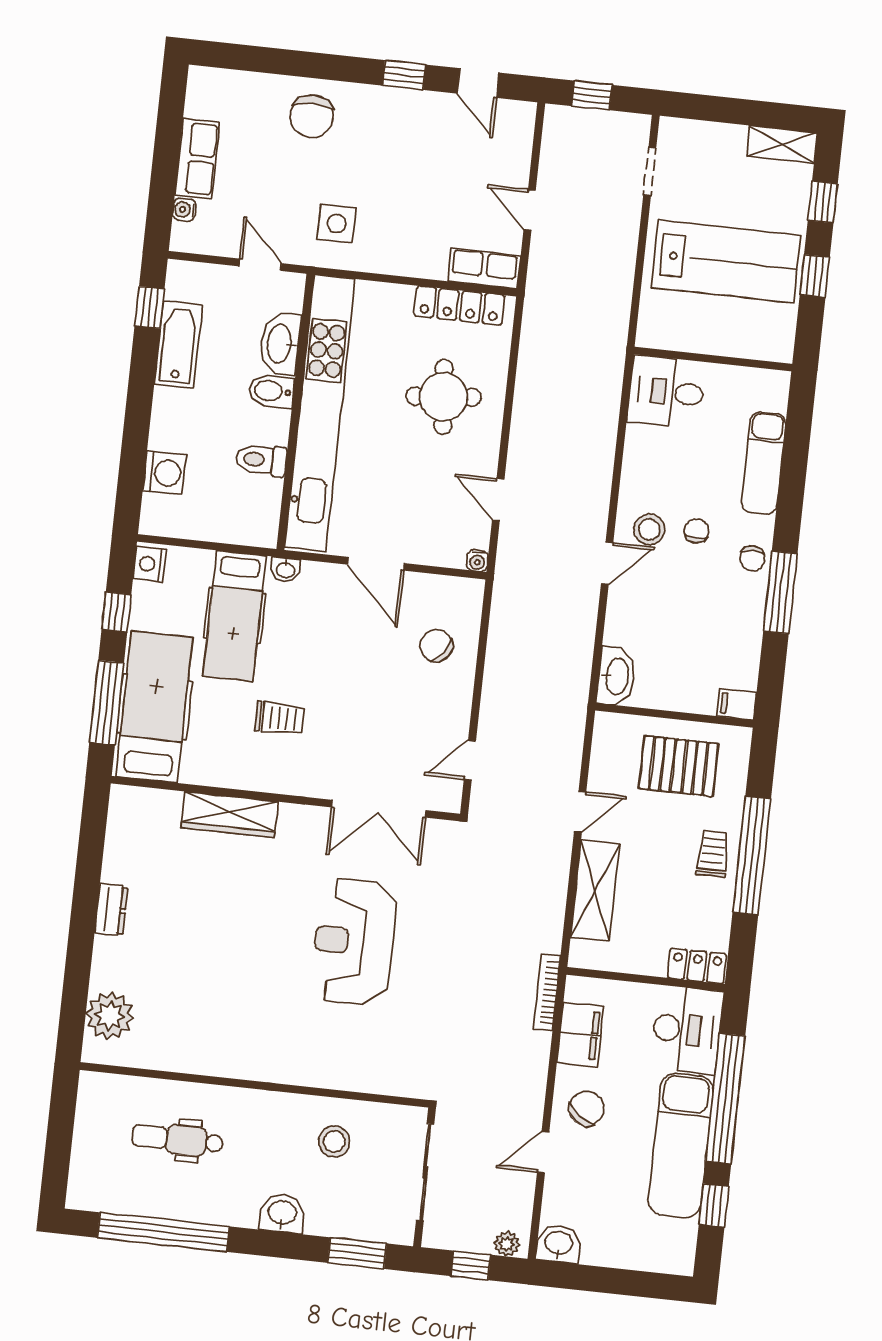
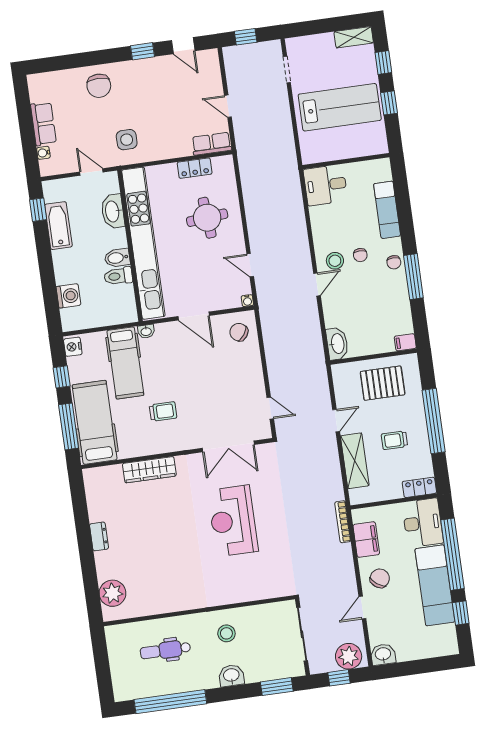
locker: (459, 306) -> (195, 168), width x0.66
bidet: (271, 391) -> (117, 258), moved
chair: (696, 531) -> (360, 255), turned 180
chair: (436, 646) -> (239, 332), moved
door: (470, 760) -> (270, 408), swing flipped
trolley: (713, 854) -> (394, 440), moved, turned -90
stool: (334, 1142) -> (226, 633), moved
plant: (507, 1244) -> (349, 656), width x1.87, depth x1.87

